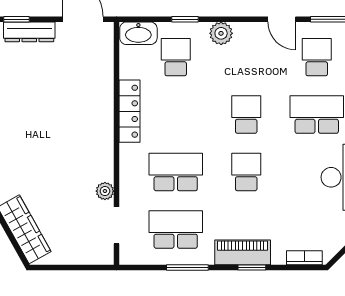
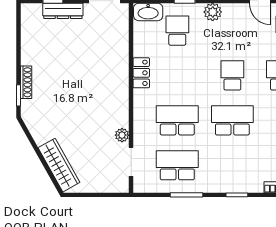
locker: (130, 111) -> (141, 73), width x0.66
school desk: (246, 172) -> (232, 120), width x1.85
piano: (243, 252) -> (229, 183), removed

